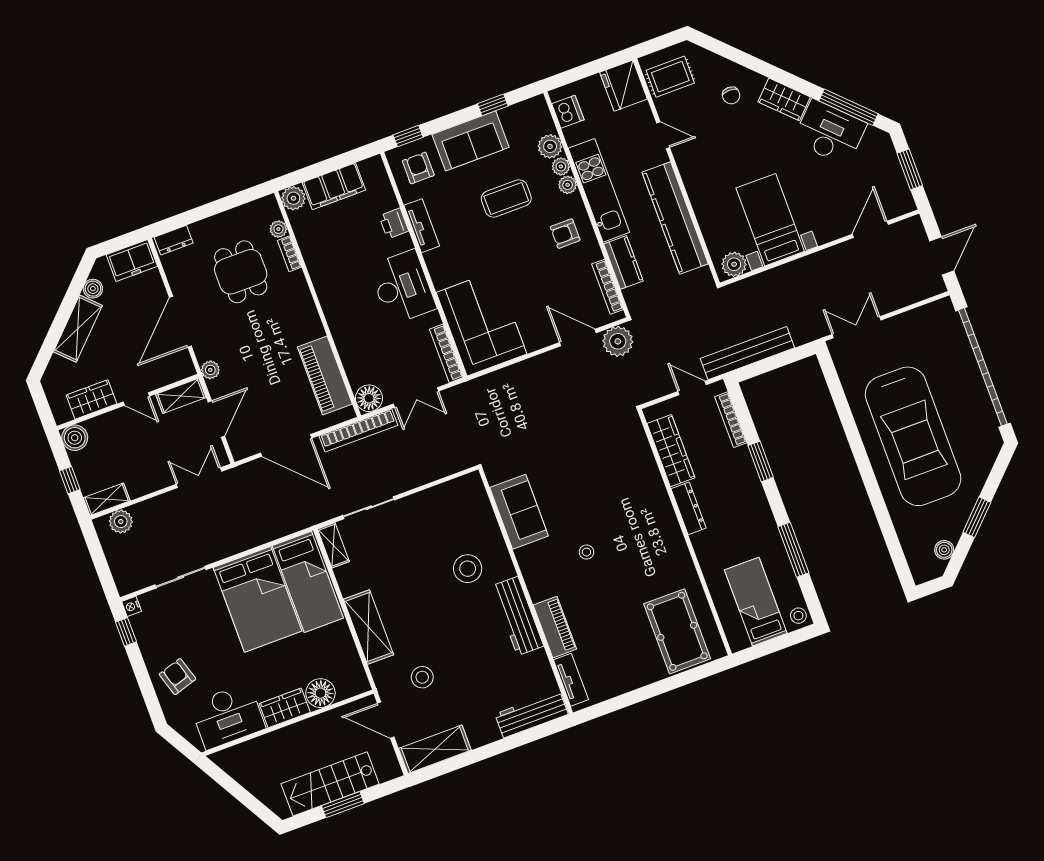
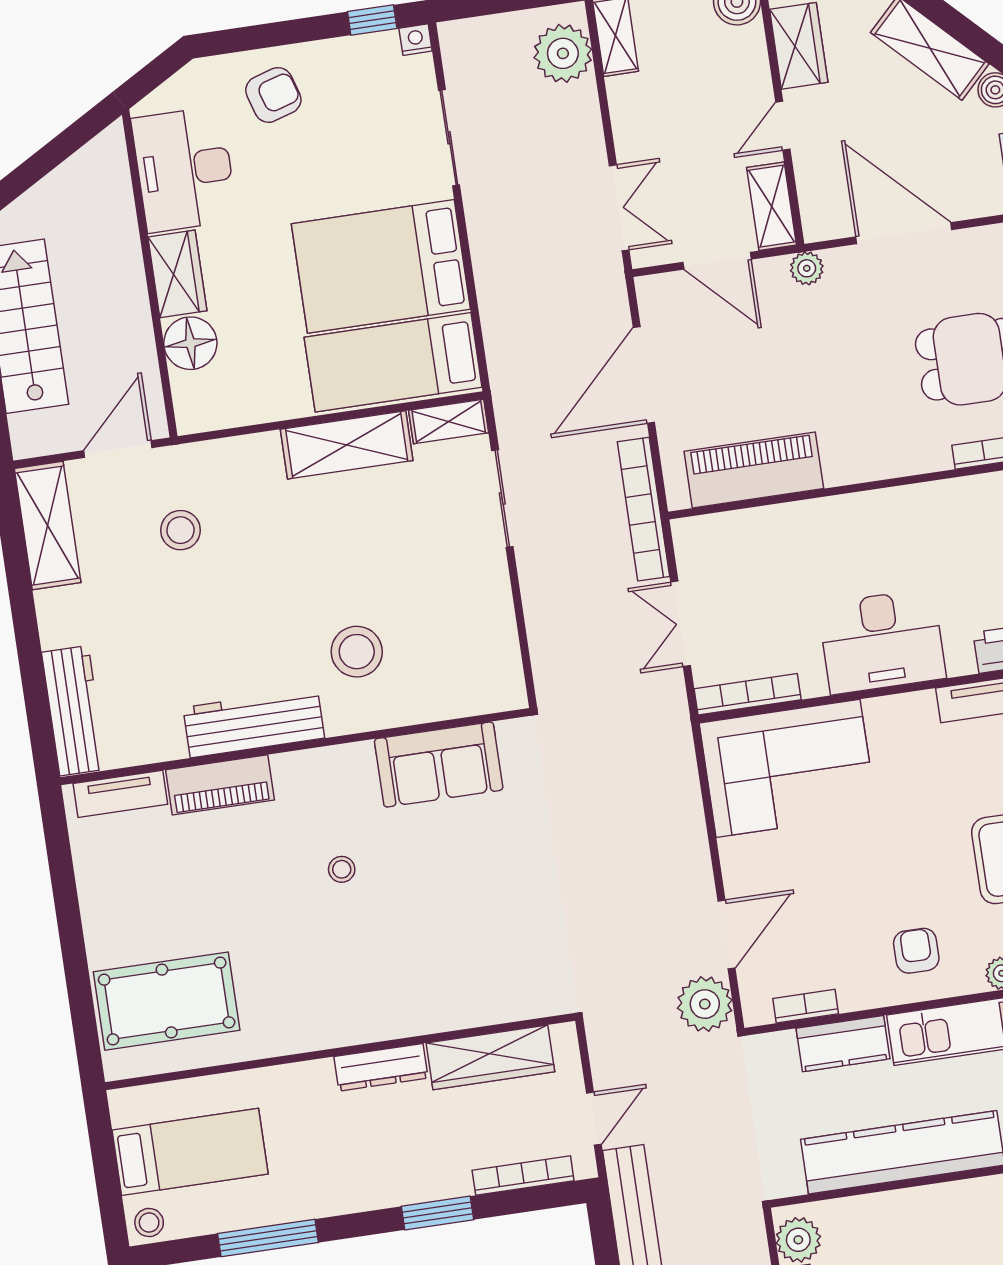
bookcase: (607, 287) -> (806, 1006), width x0.64
floor lamp: (369, 398) -> (697, 540), removed
plant: (121, 522) -> (563, 53), width x1.36, depth x1.36
shelving: (368, 627) -> (347, 445), moved

